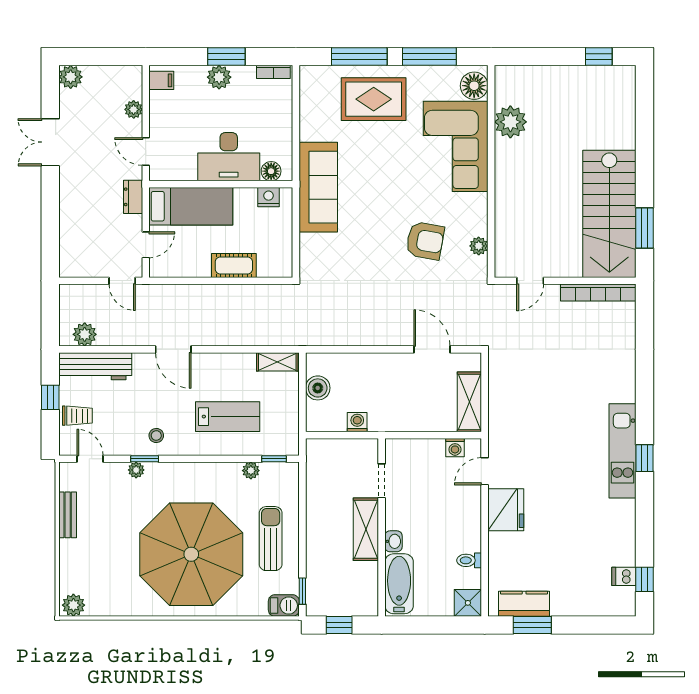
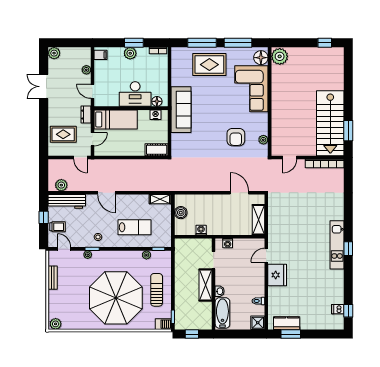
plant: (510, 122) -> (280, 56), moved
rug: (88, 235) -> (63, 134), added
armchair: (425, 241) -> (236, 137), turned 80
cot: (234, 265) -> (157, 150), moved
washing machine: (455, 448) -> (228, 243), moved

